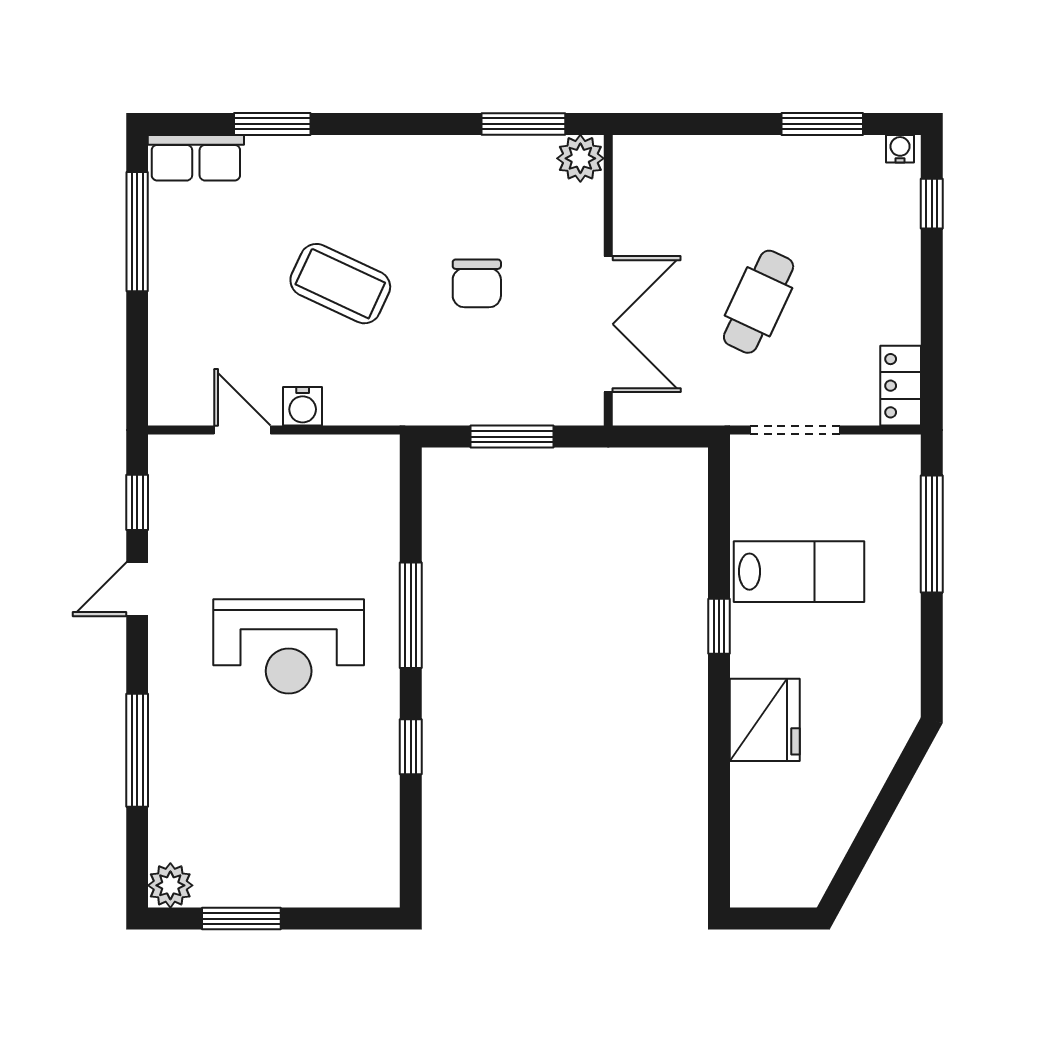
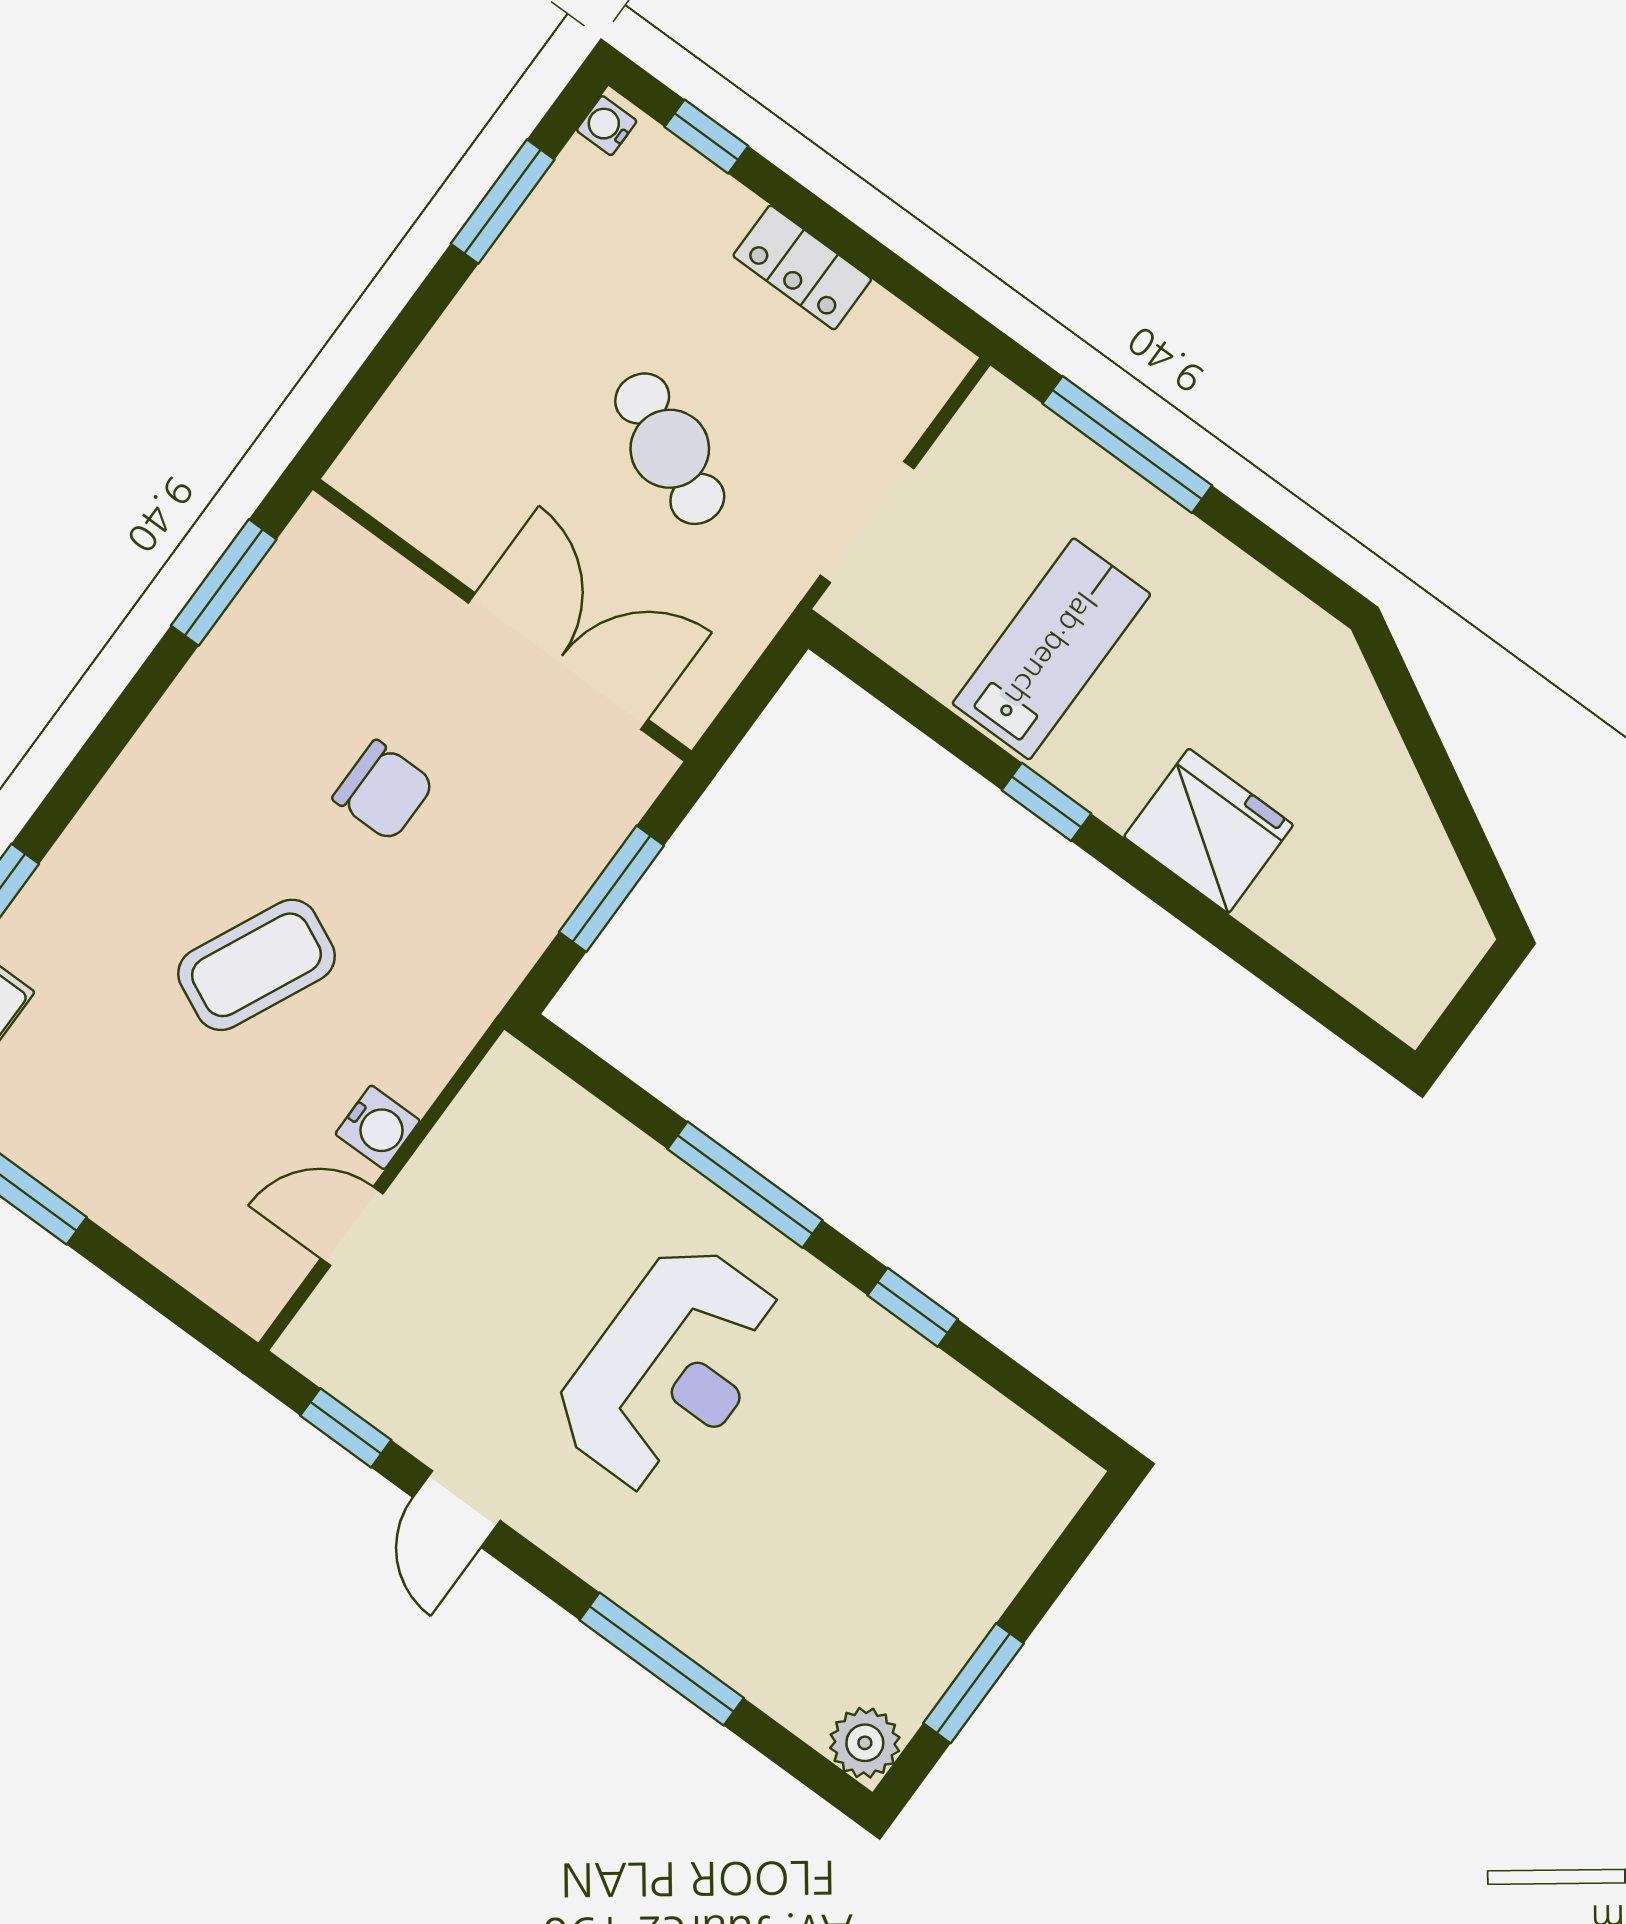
plant: (580, 158) -> (321, 542), removed
locker: (901, 386) -> (802, 267), moved

